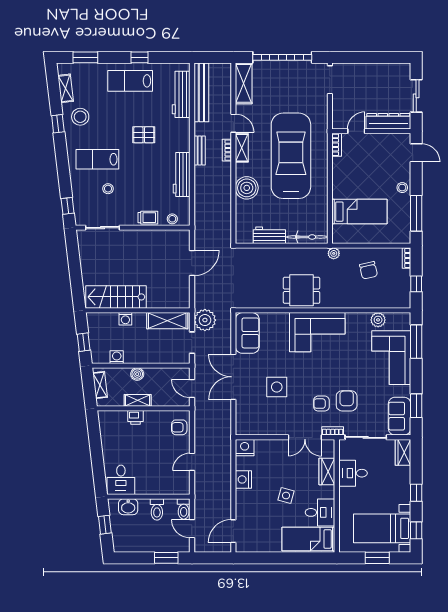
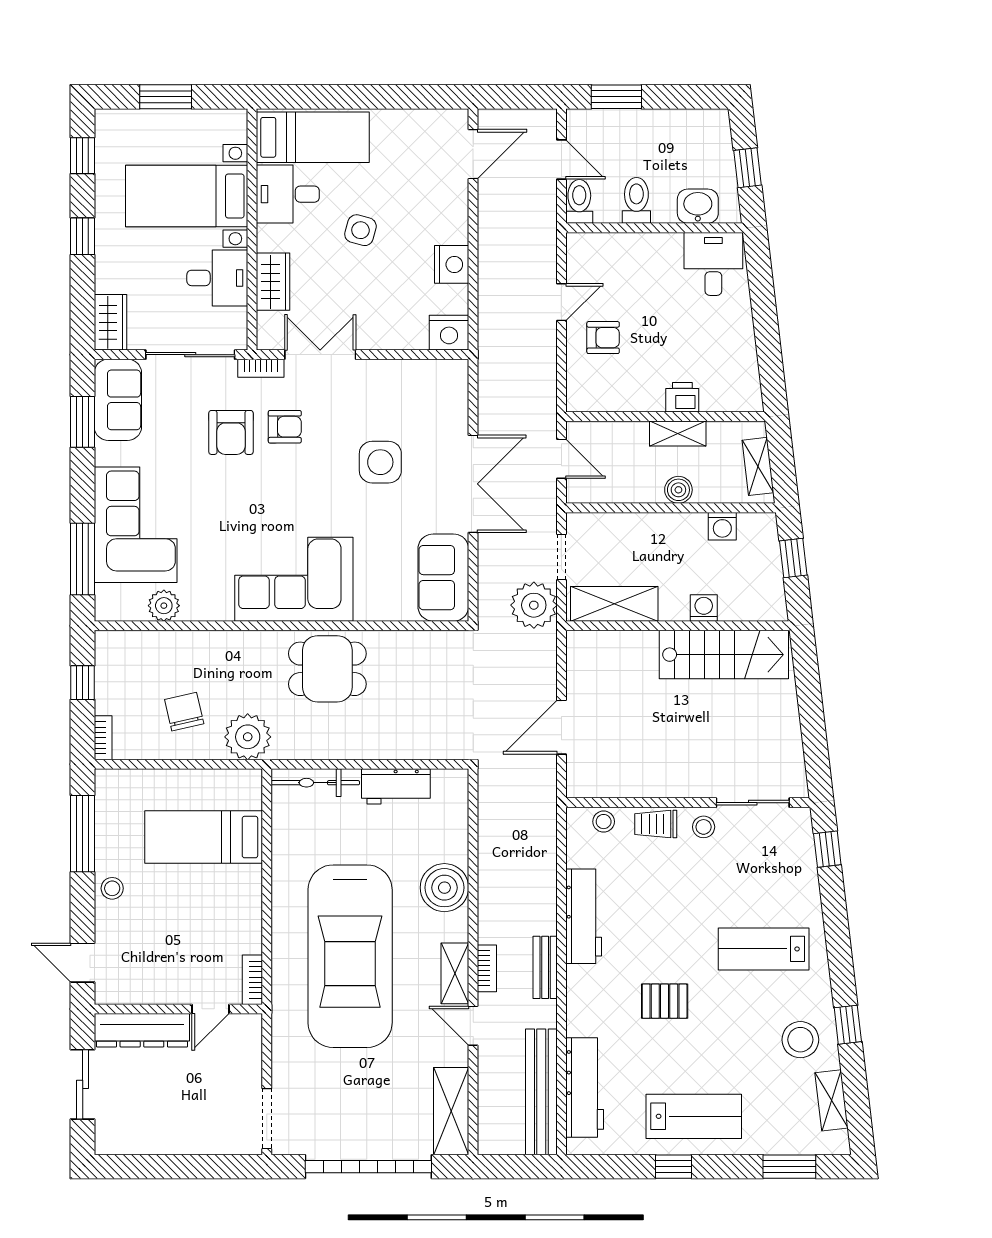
lab bench: (97, 159) -> (764, 949), turned 180
stool: (108, 189) -> (704, 827), moved
plant: (334, 253) -> (248, 737), width x1.88, depth x1.88
armchair: (179, 427) -> (603, 338), moved
bed with nightstands: (382, 528) -> (187, 196), moved, turned 180

